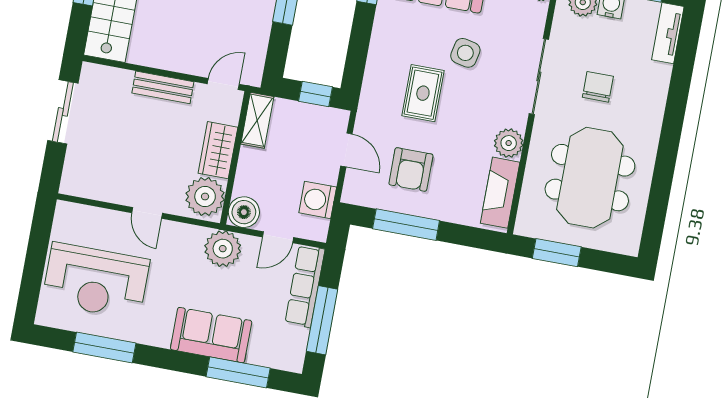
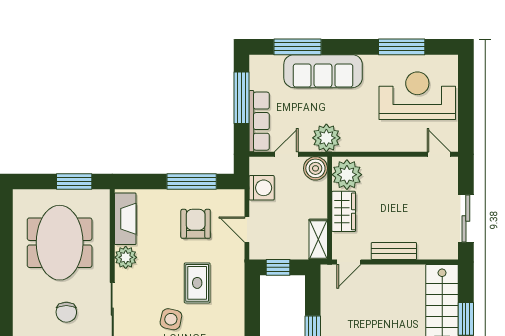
door: (147, 213) -> (439, 154), moved
sofa: (211, 335) -> (323, 71), width x1.36

